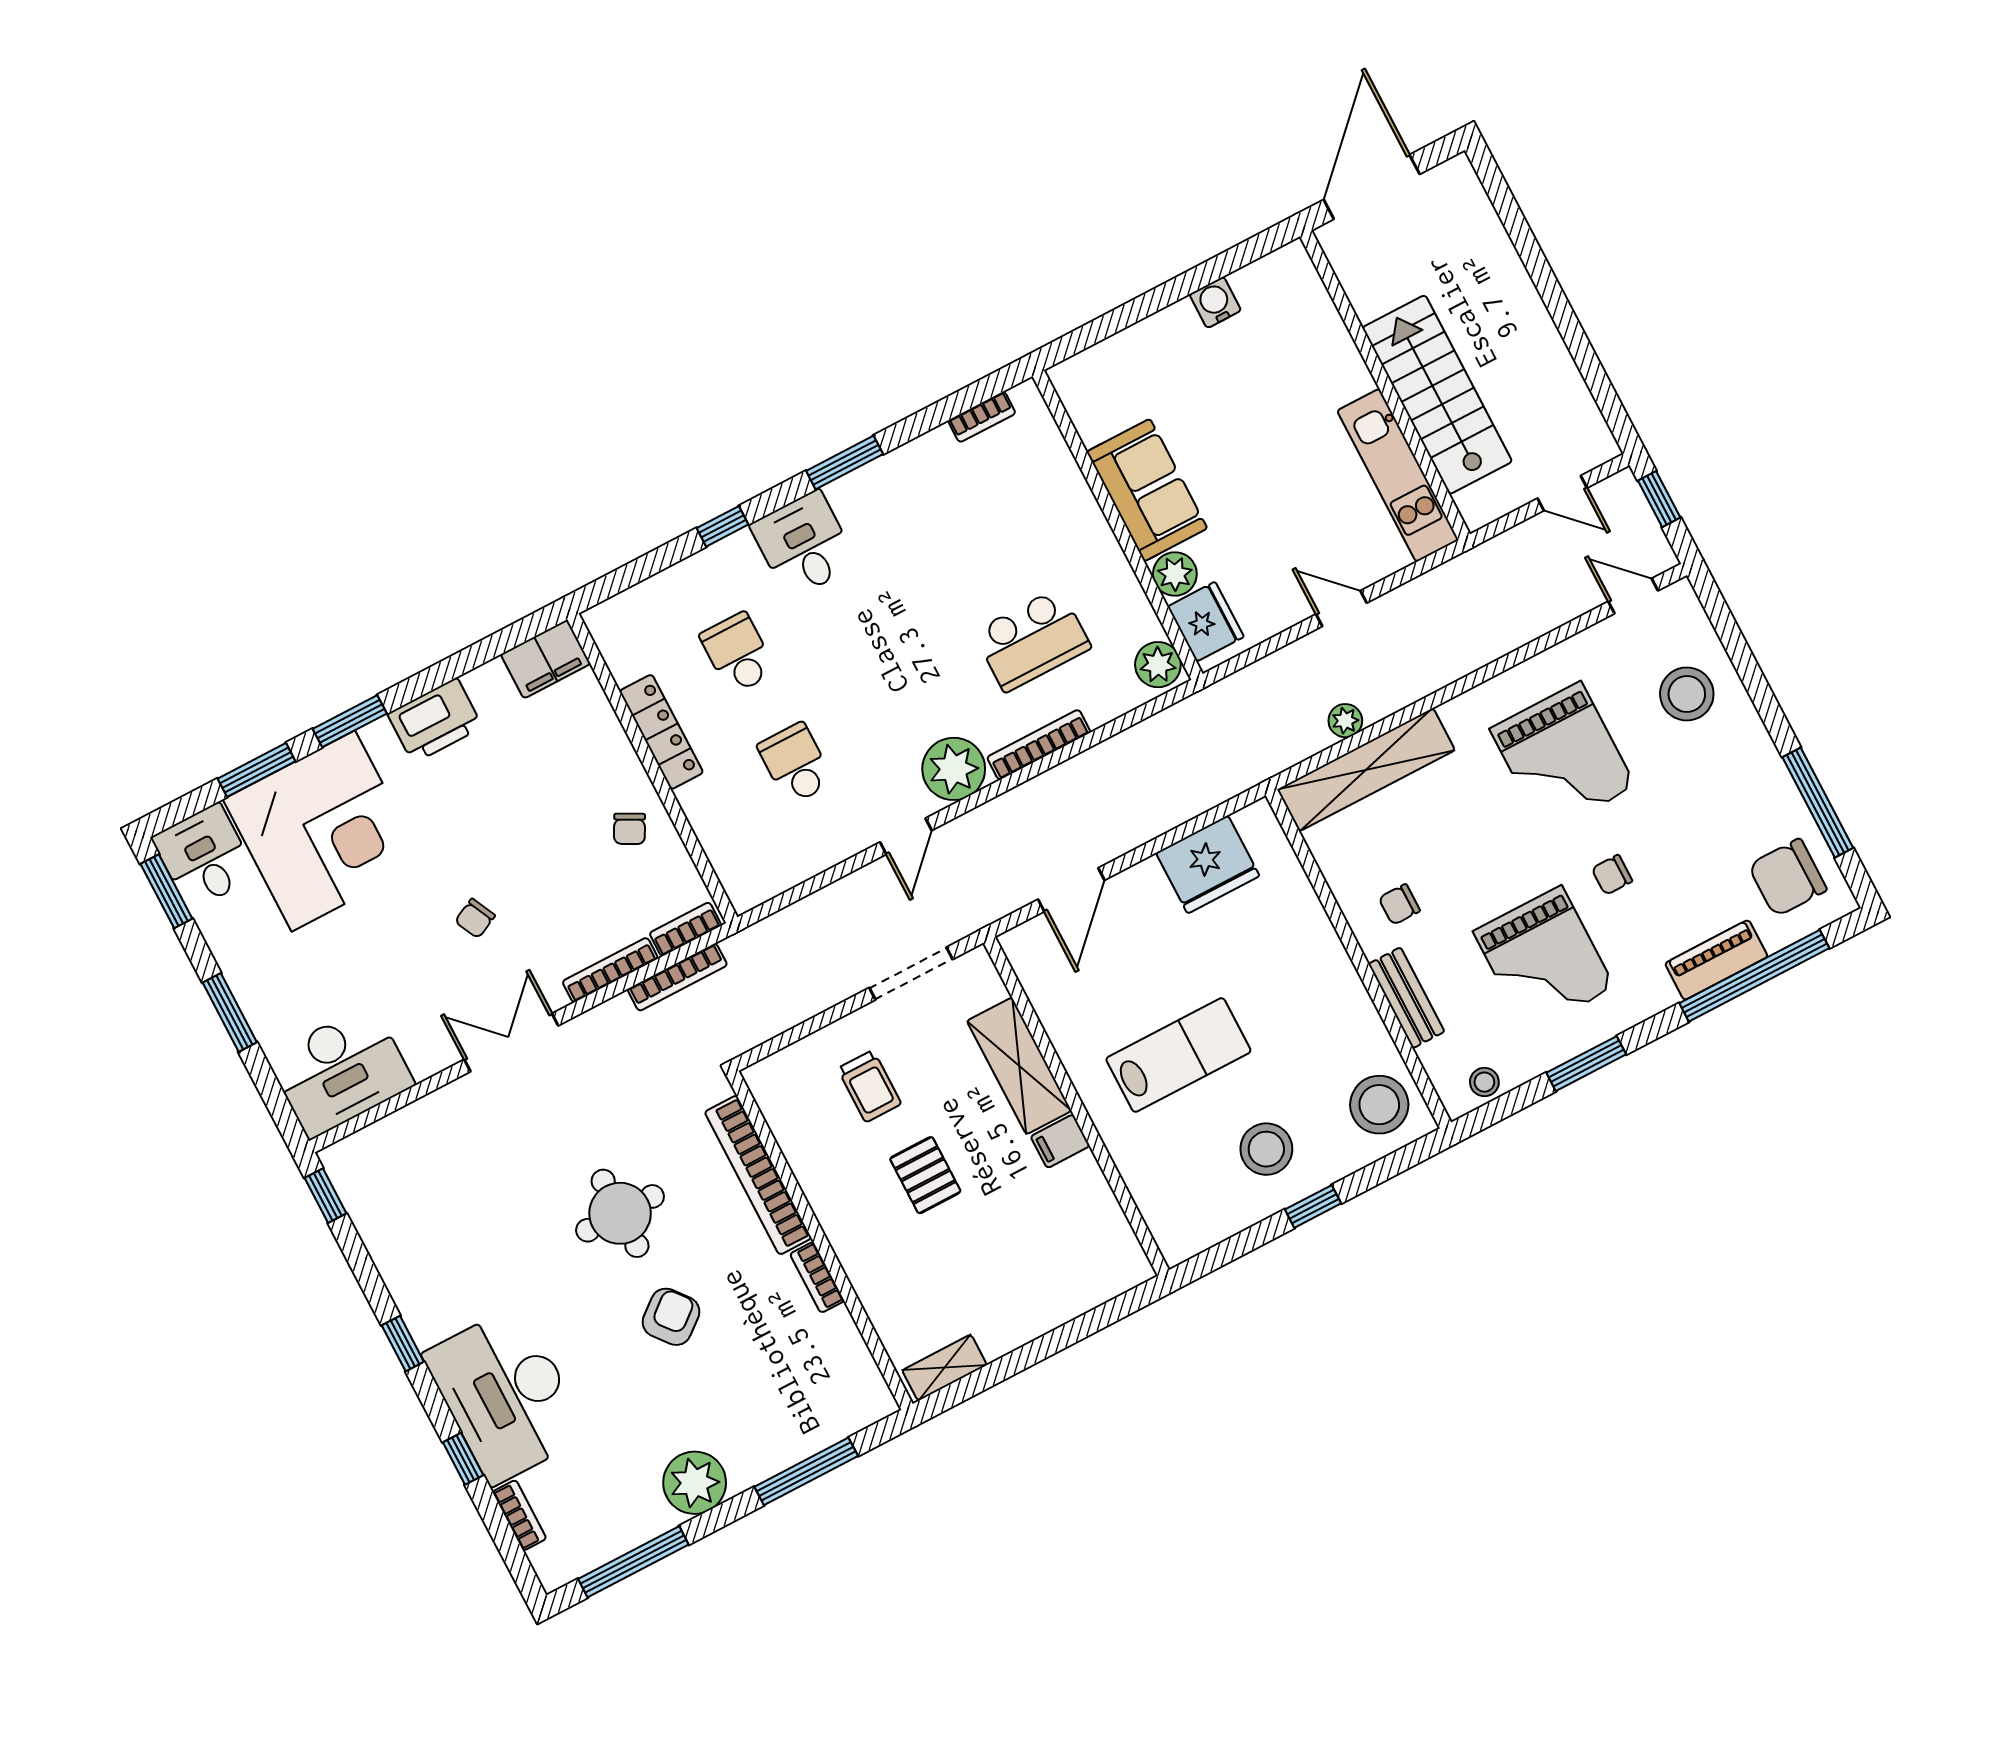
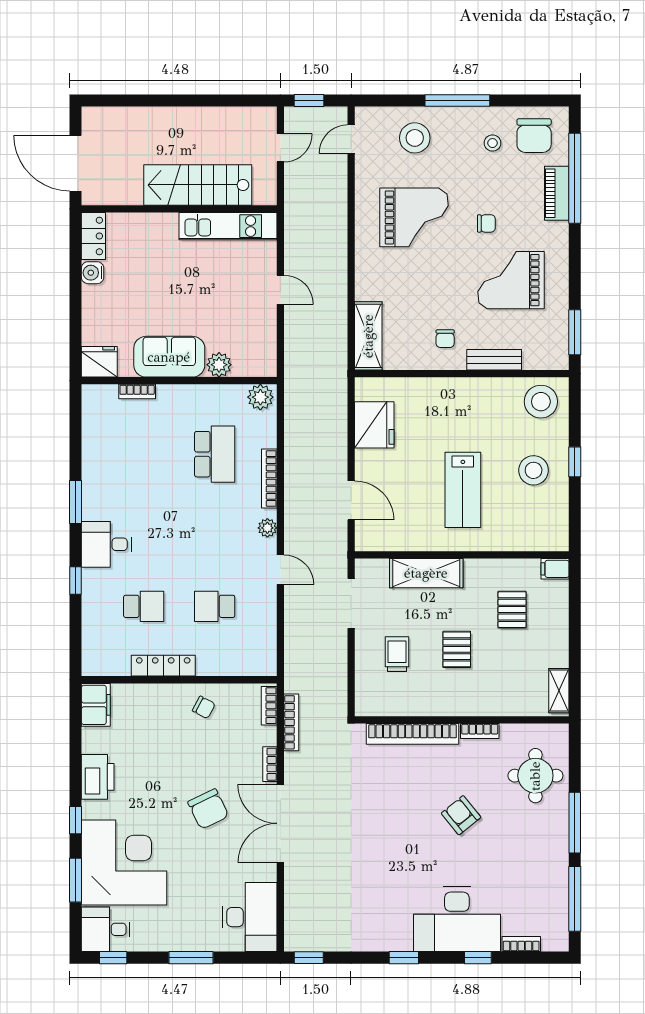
locker: (1273, 274) -> (93, 236), added
bookcase: (982, 417) -> (137, 392), moved, turned 90
door: (1341, 609) -> (280, 290), swing flipped
fridge: (1206, 622) -> (99, 362), moved
school desk: (738, 653) -> (144, 606), turned 180
window: (350, 721) -> (76, 820), width x0.67
plant: (1345, 721) -> (338, 317), removed
plant: (954, 769) -> (267, 528), width x0.53, depth x0.53
shelving: (1366, 770) -> (368, 336), width x0.68
window: (1818, 803) -> (457, 100), moved
chair: (1612, 875) -> (486, 223), turned -90
window: (166, 891) -> (113, 958), width x0.67
chair: (475, 918) -> (208, 809), width x1.87, depth x1.87
grand piano: (1544, 959) -> (511, 280), turned 180
bookcase: (610, 970) -> (270, 764), width x0.64
double door: (511, 1043) -> (280, 823), width x1.37
lab bench: (1178, 1055) -> (463, 490), turned 180
window: (1586, 1064) -> (575, 332), moved
stool: (1484, 1082) -> (492, 143), moved
trolley: (869, 1086) -> (397, 654), turned -90
filing cabinet: (1060, 1141) -> (555, 569), moved, turned 90
pallet: (925, 1175) -> (457, 649), turned 90
round table: (620, 1213) -> (535, 776), moved
pallet: (1032, 1229) -> (512, 610), added
window: (806, 1471) -> (575, 823), moved
plant: (695, 1483) -> (551, 847), removed

